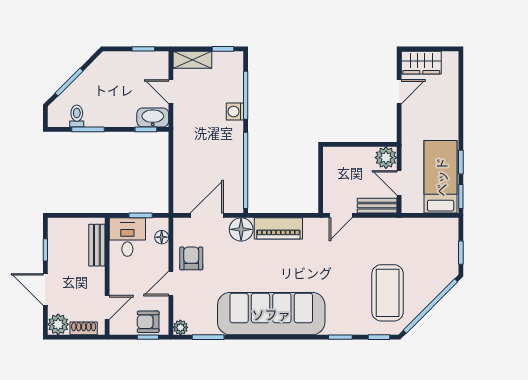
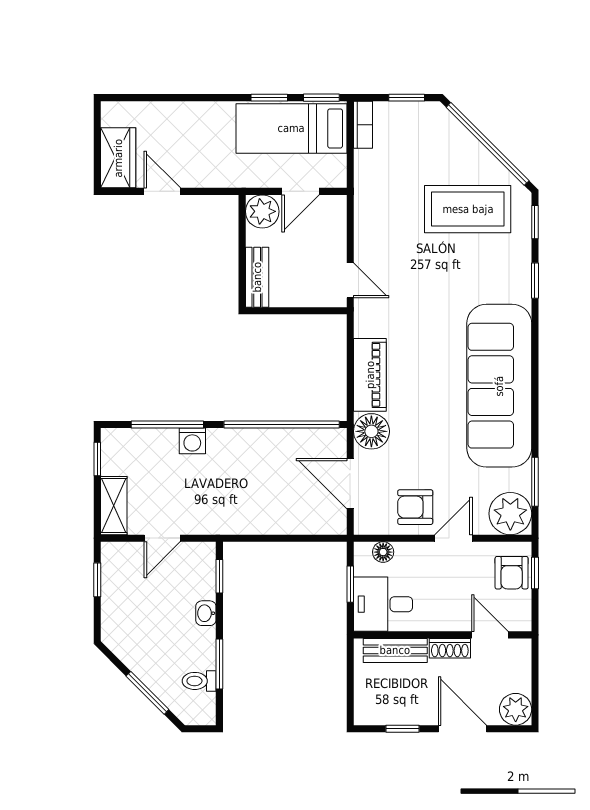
washbasin: (153, 117) -> (206, 613), moved, width x0.52, depth x0.69
bench: (377, 206) -> (257, 277), moved
bookcase: (443, 224) -> (363, 125), added
door: (171, 283) -> (453, 538), swing flipped
door: (45, 289) -> (463, 729), swing flipped
plant: (180, 327) -> (510, 514), width x1.88, depth x1.88
shoe rack: (84, 328) -> (450, 648), moved, turned -90

